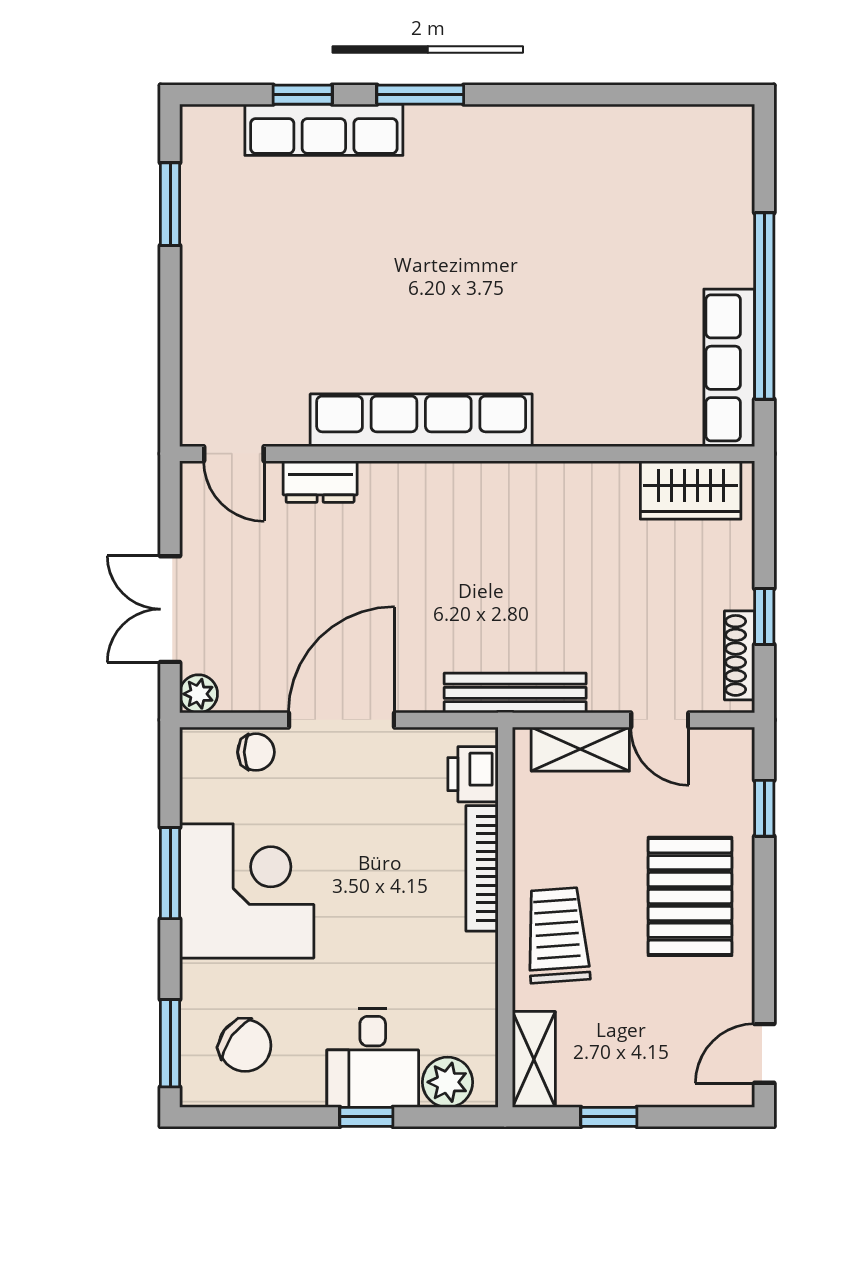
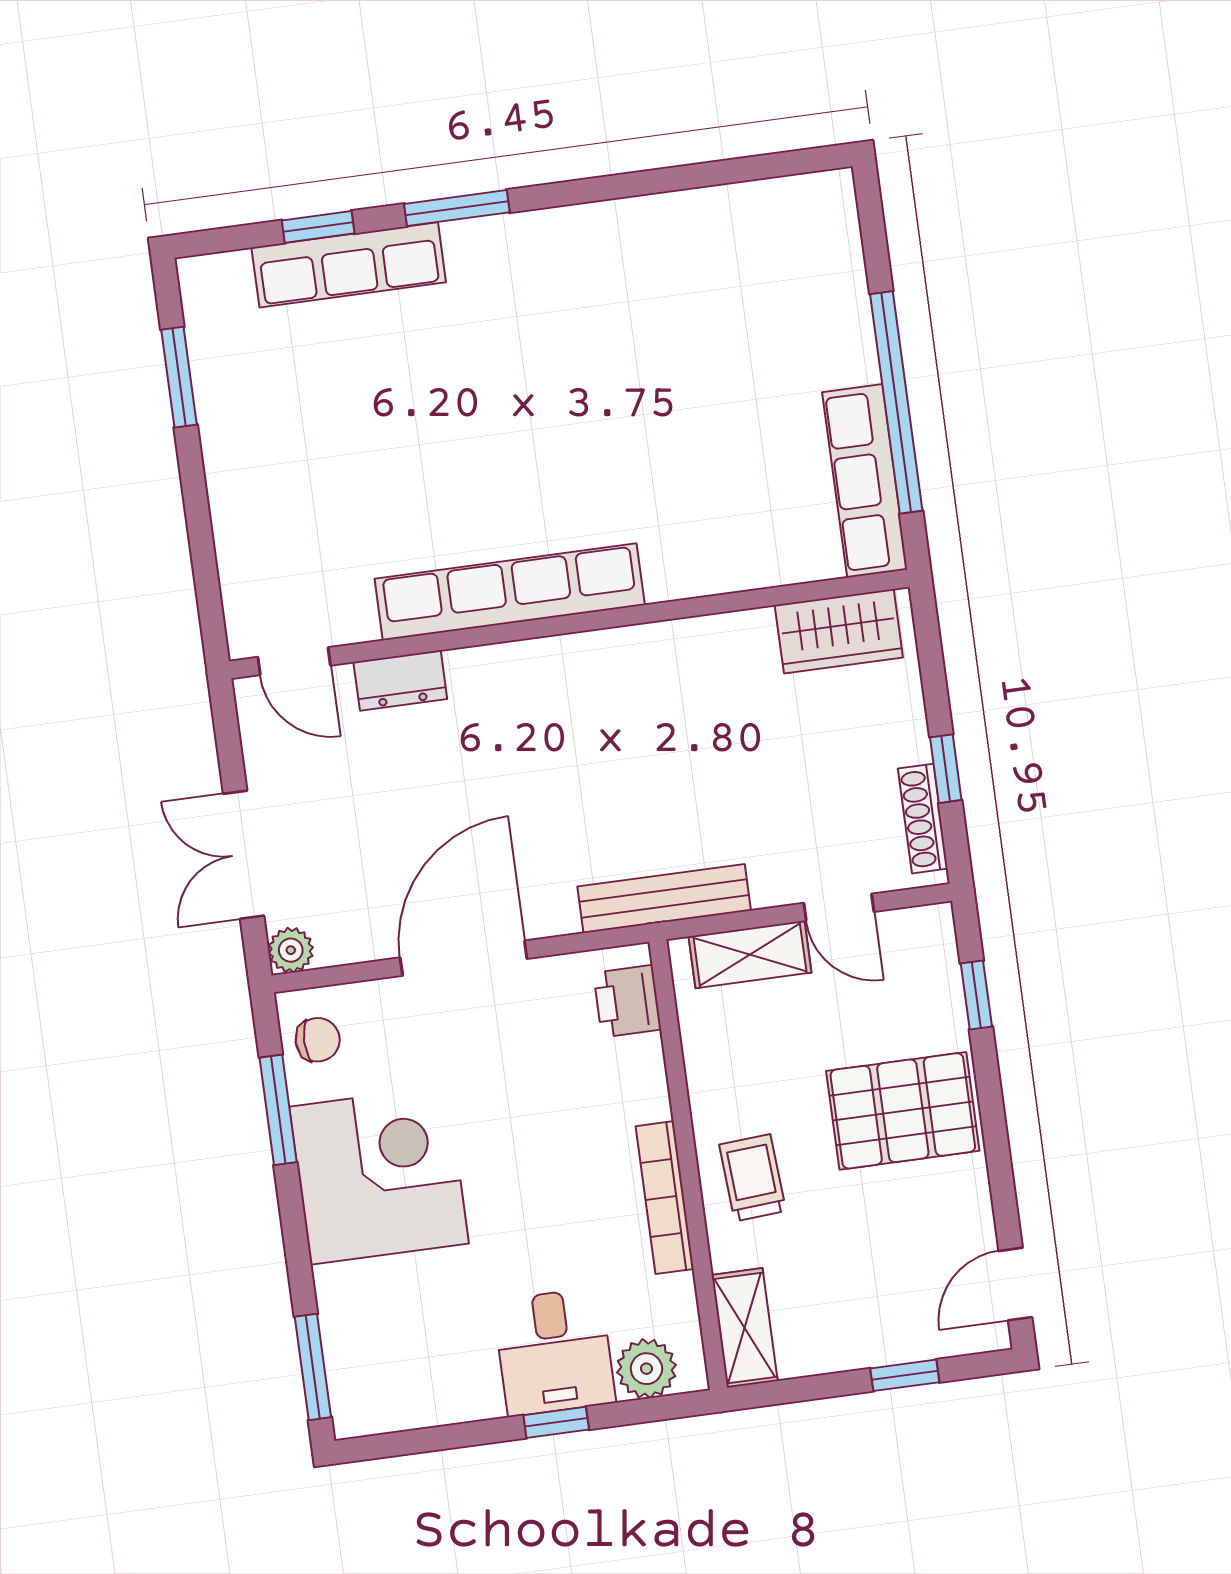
chair: (256, 752) -> (318, 1040), moved
bookcase: (482, 868) -> (665, 1198), moved
window: (170, 873) -> (278, 1110), moved
pallet: (690, 896) -> (903, 1111), turned 90
trolley: (557, 935) -> (753, 1178), width x0.73, depth x0.72
chair: (245, 1045) -> (402, 1358), removed
window: (609, 1117) -> (905, 1375), moved

